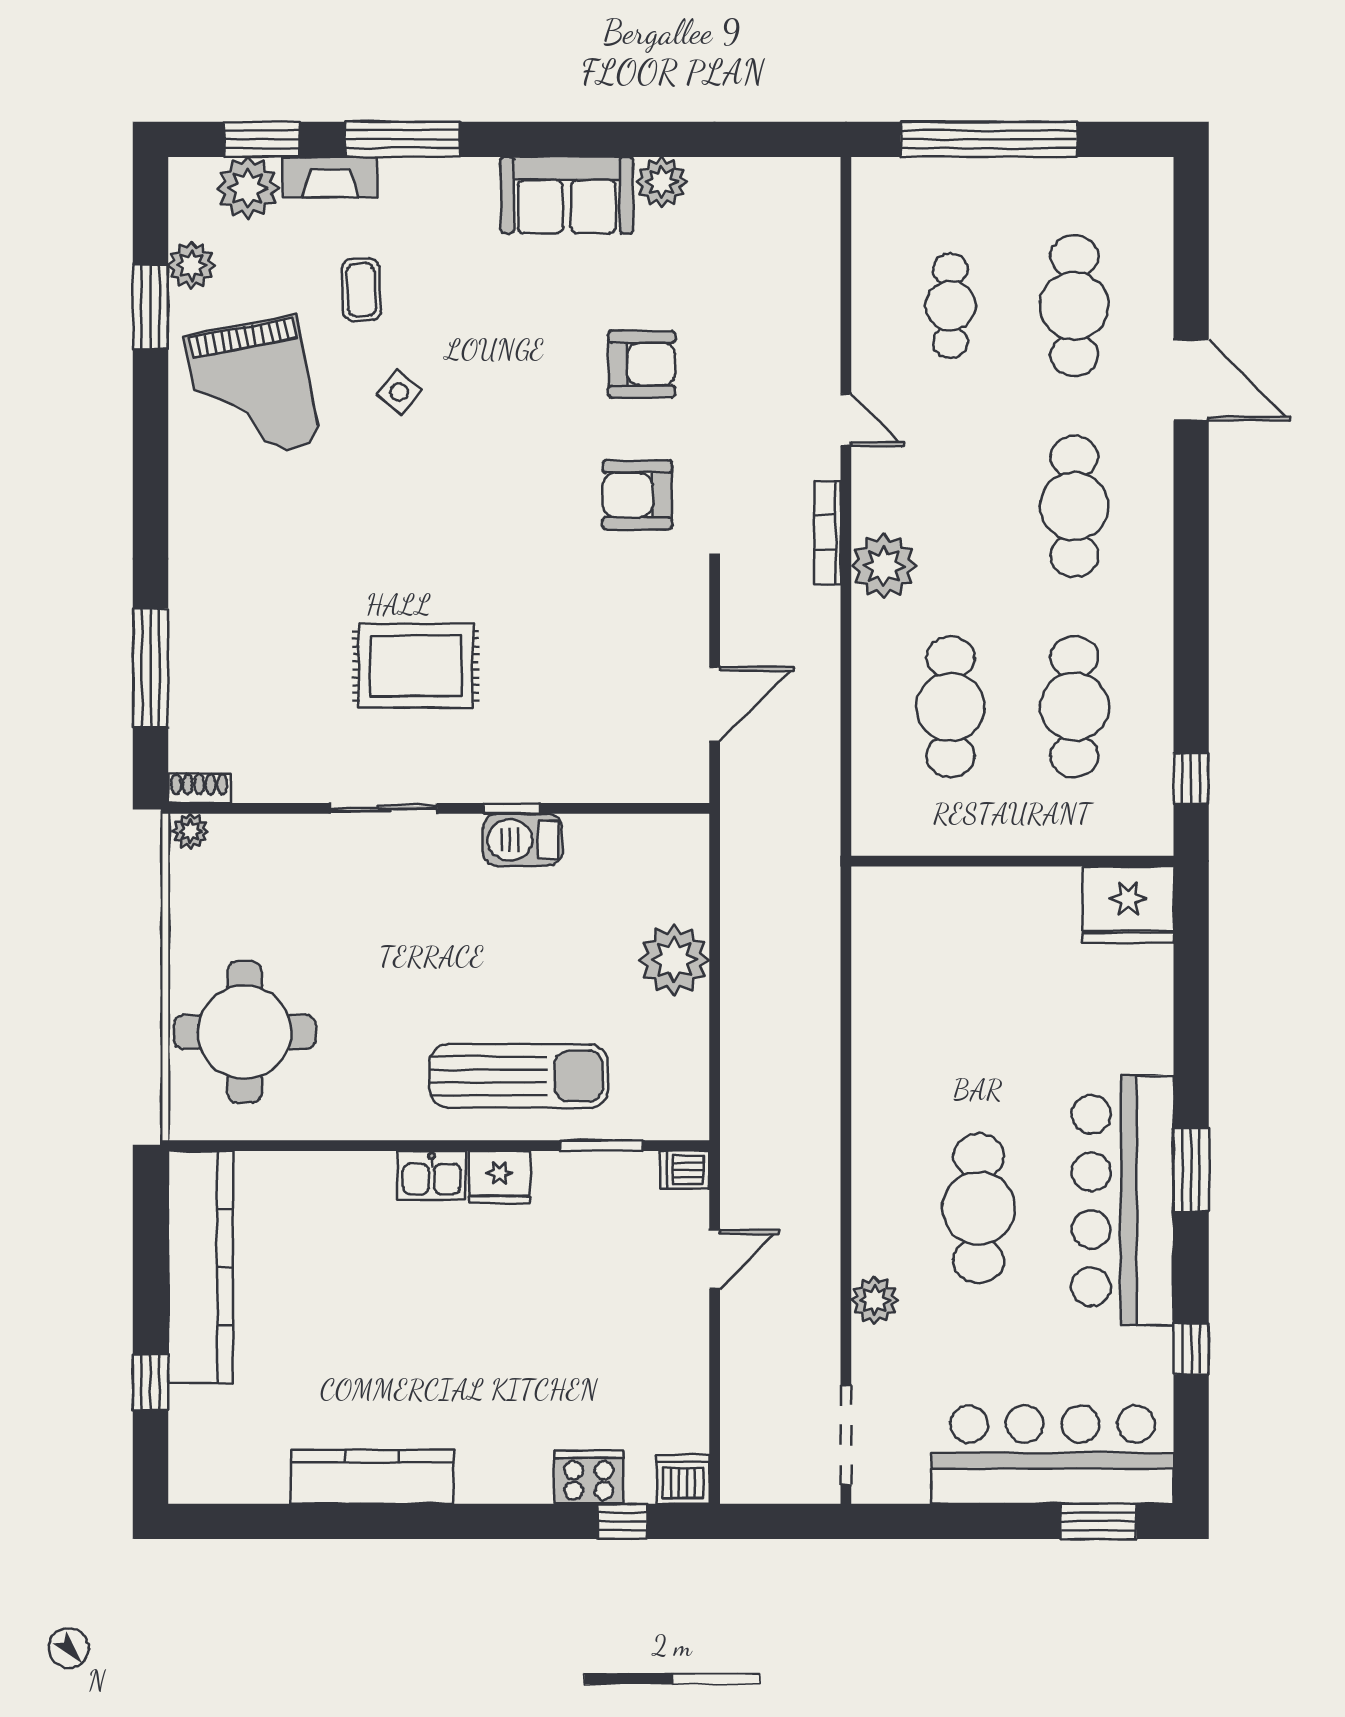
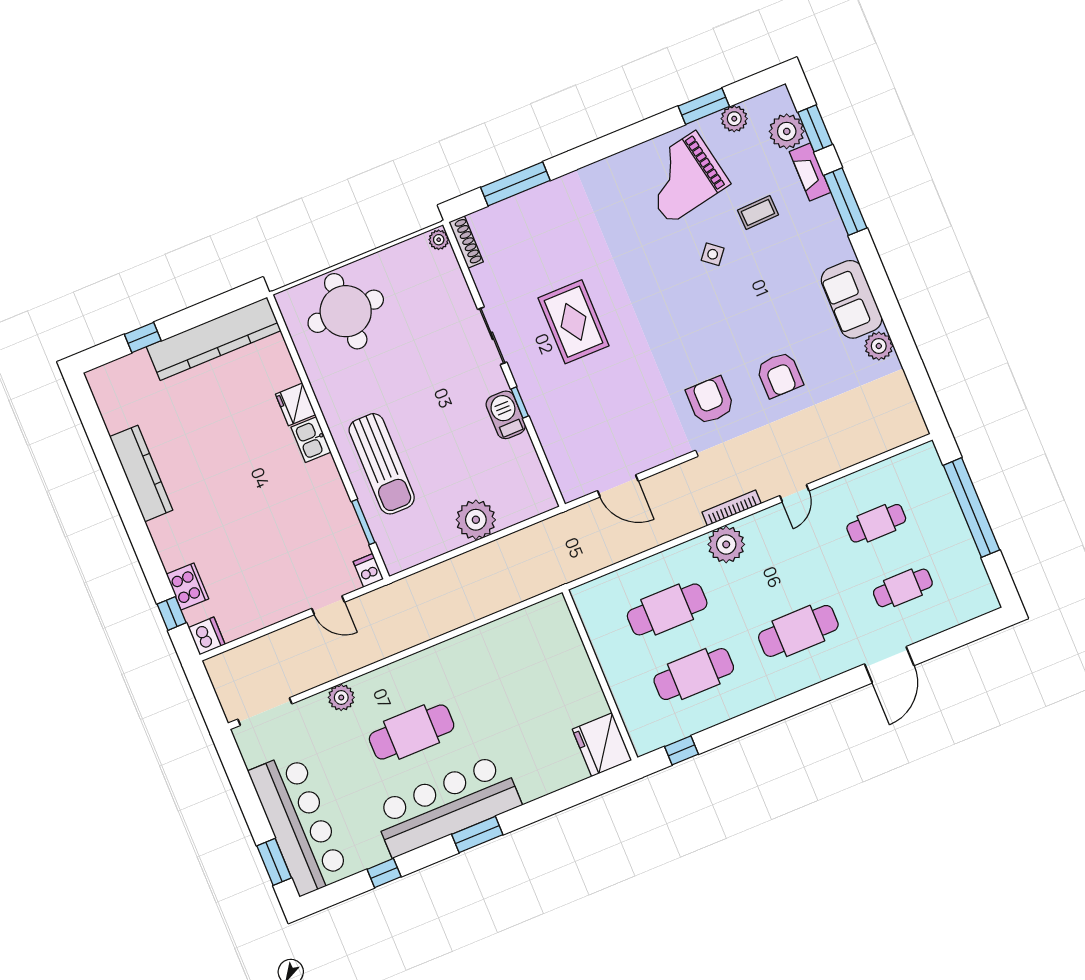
cafe table: (1074, 306) -> (903, 588), width x0.73, depth x0.74
shoe rack: (199, 788) -> (466, 242), width x1.43
fridge: (500, 1177) -> (296, 404), moved

